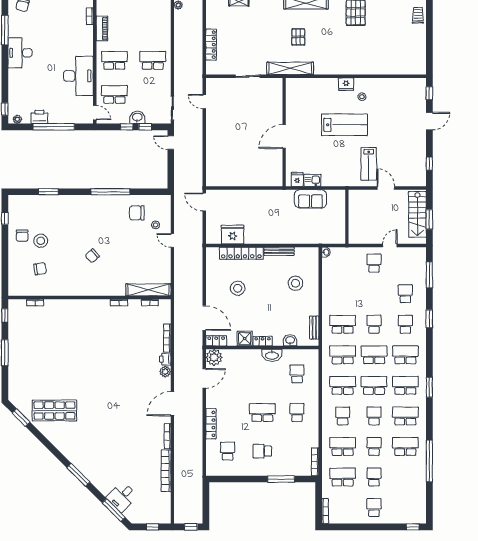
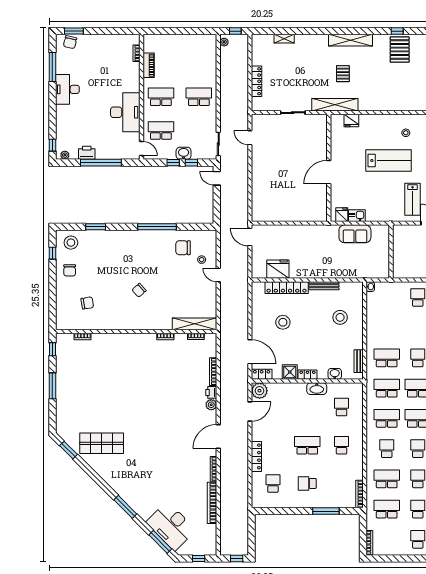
fridge: (346, 84) -> (351, 120), moved
stool: (41, 241) -> (71, 243), moved
desk: (122, 497) -> (171, 526), width x1.87, depth x1.30

